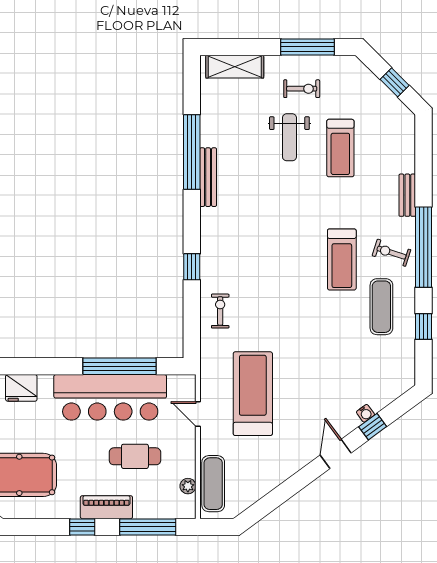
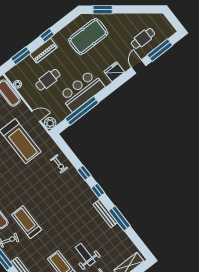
window: (192, 152) -> (120, 218), width x0.68
window: (192, 222) -> (98, 191), added
plant: (184, 386) -> (50, 123), added
bar counter: (110, 397) -> (82, 91), width x0.73
window: (148, 527) -> (21, 56), width x0.69

